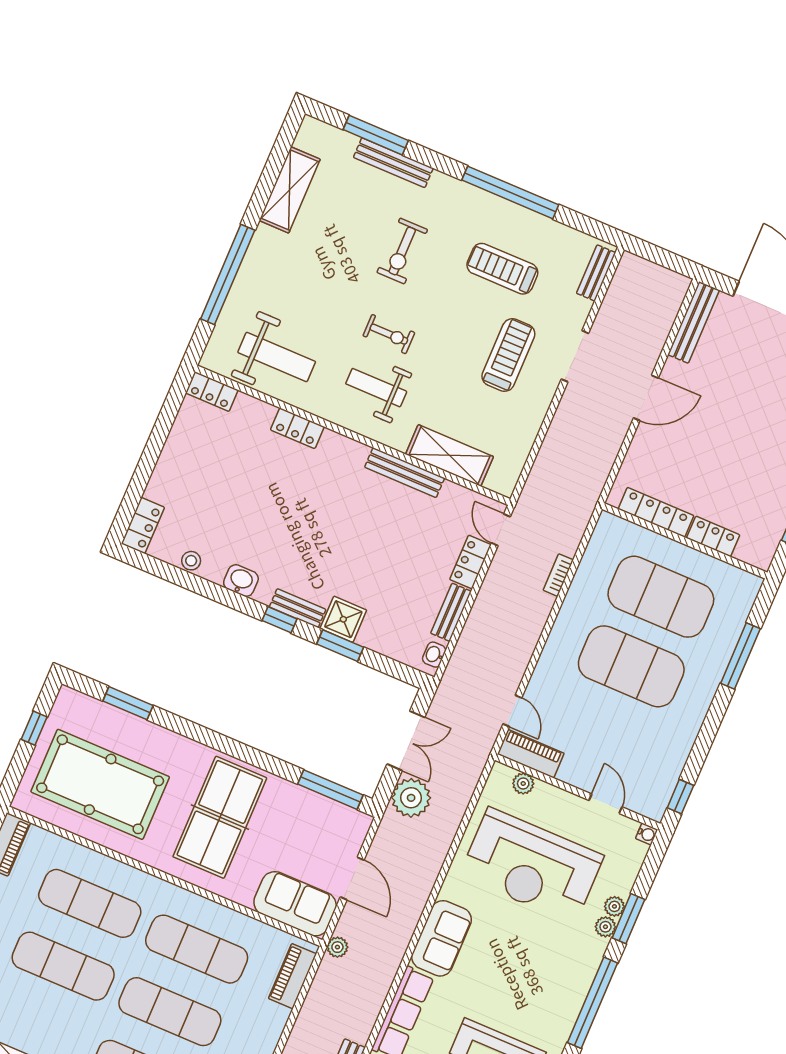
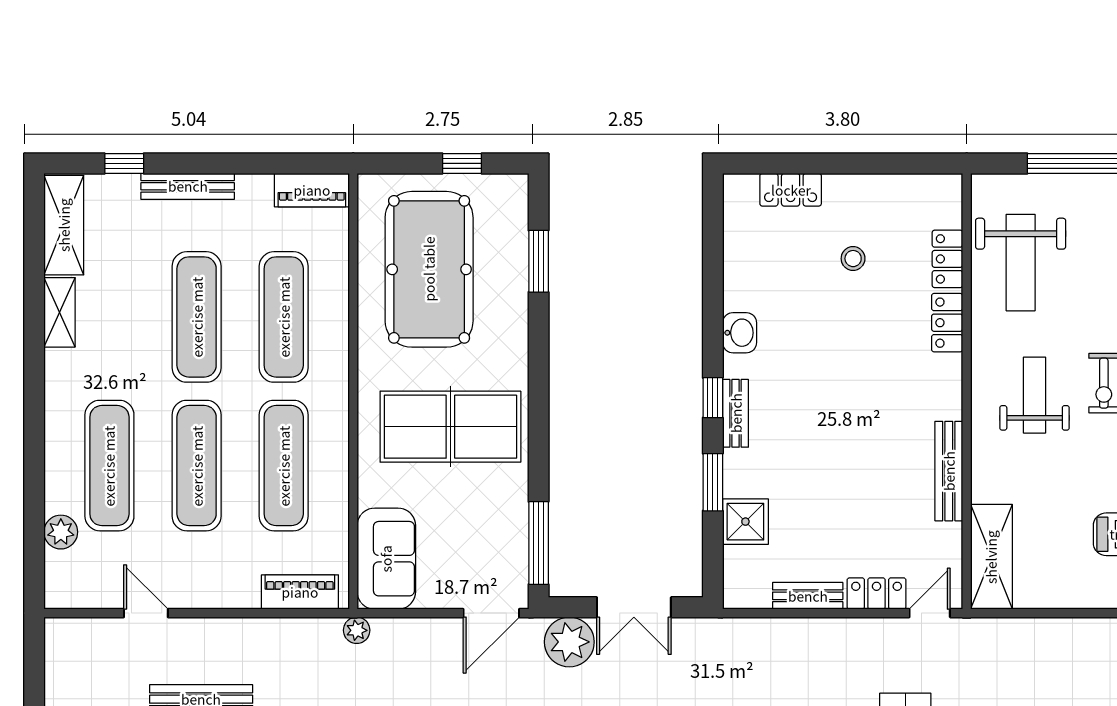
locker: (212, 391) -> (947, 259), moved
shelving: (449, 455) -> (991, 557), moved
locker: (143, 526) -> (791, 190), moved
stool: (191, 561) -> (853, 259), moved
shower: (343, 619) -> (745, 522), moved
washbasin: (434, 655) -> (749, 597), removed
door: (352, 878) -> (491, 613), moved

